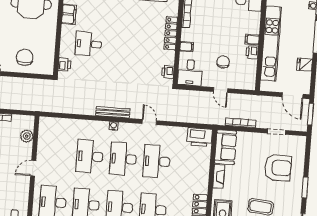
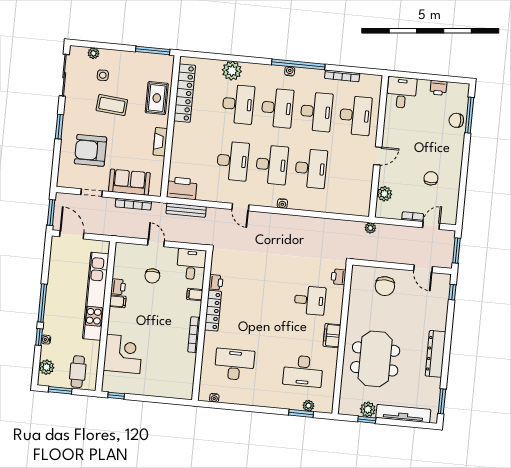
fridge: (305, 65) -> (57, 271), removed
printer: (168, 72) -> (216, 282), moved
plant: (38, 107) -> (370, 228), added
bench: (113, 112) -> (186, 210), moved
sofa: (226, 147) -> (129, 182), moved, turned 90

